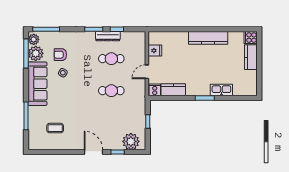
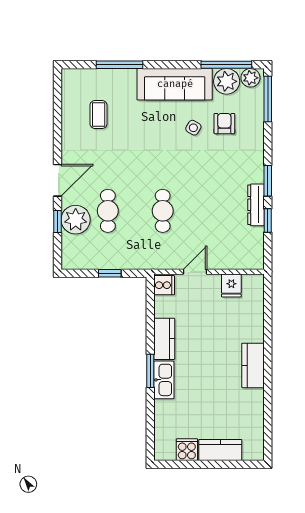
kitchen counter: (208, 38) -> (253, 365), width x0.67
cooker: (251, 38) -> (187, 450), moved
cafe table: (111, 59) -> (108, 211), moved
door: (147, 72) -> (195, 272), hinge flipped
kitchen counter: (173, 90) -> (164, 339), moved
kitchen sink: (221, 90) -> (164, 380), moved
plant: (131, 141) -> (76, 220), moved

